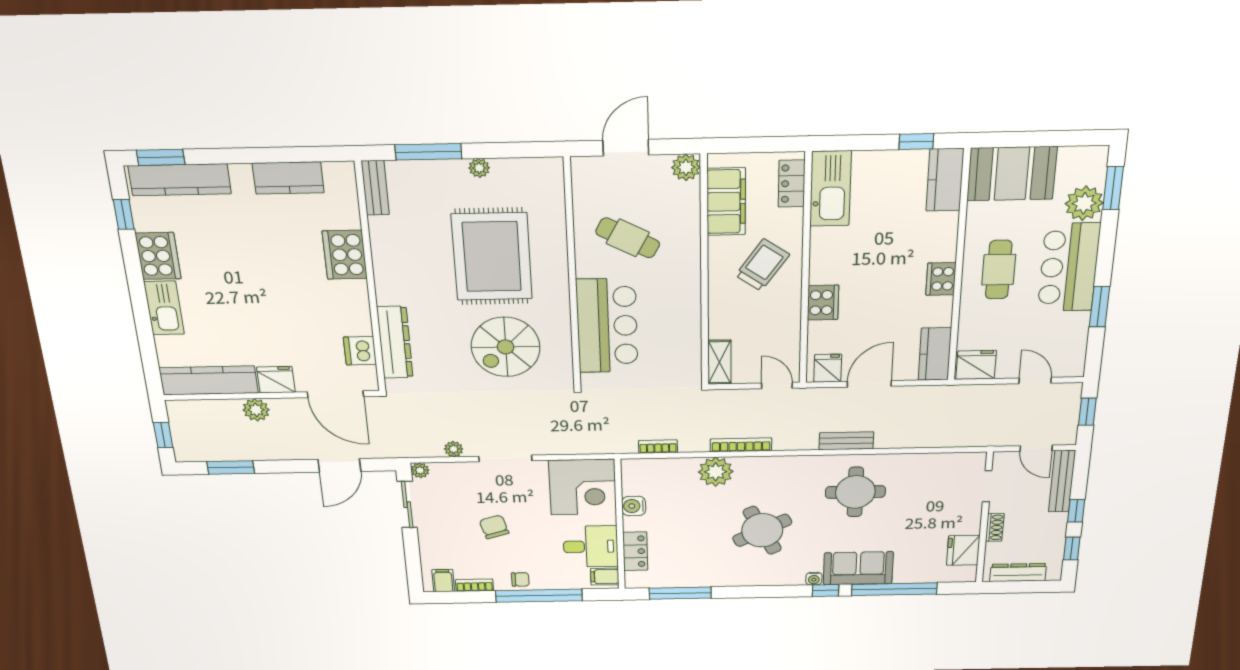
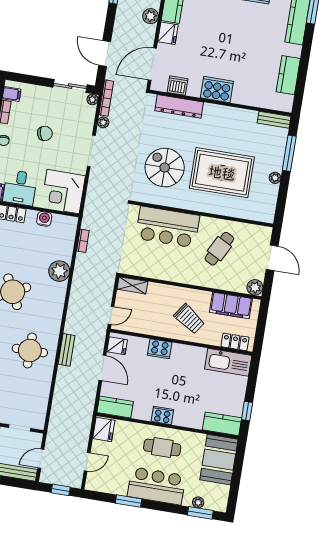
plant: (1084, 203) -> (198, 502), width x0.53, depth x0.53
cooker: (345, 255) -> (217, 90), moved
bookcase: (741, 445) -> (106, 98), moved

